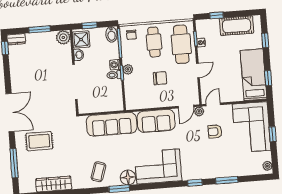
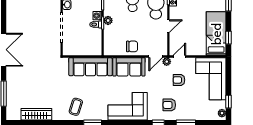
chair: (160, 78) -> (132, 46), moved
window: (273, 134) -> (229, 102), moved
rug: (39, 141) -> (27, 76), removed
armchair: (206, 161) -> (169, 105), added
floor lamp: (128, 177) -> (101, 114), removed

